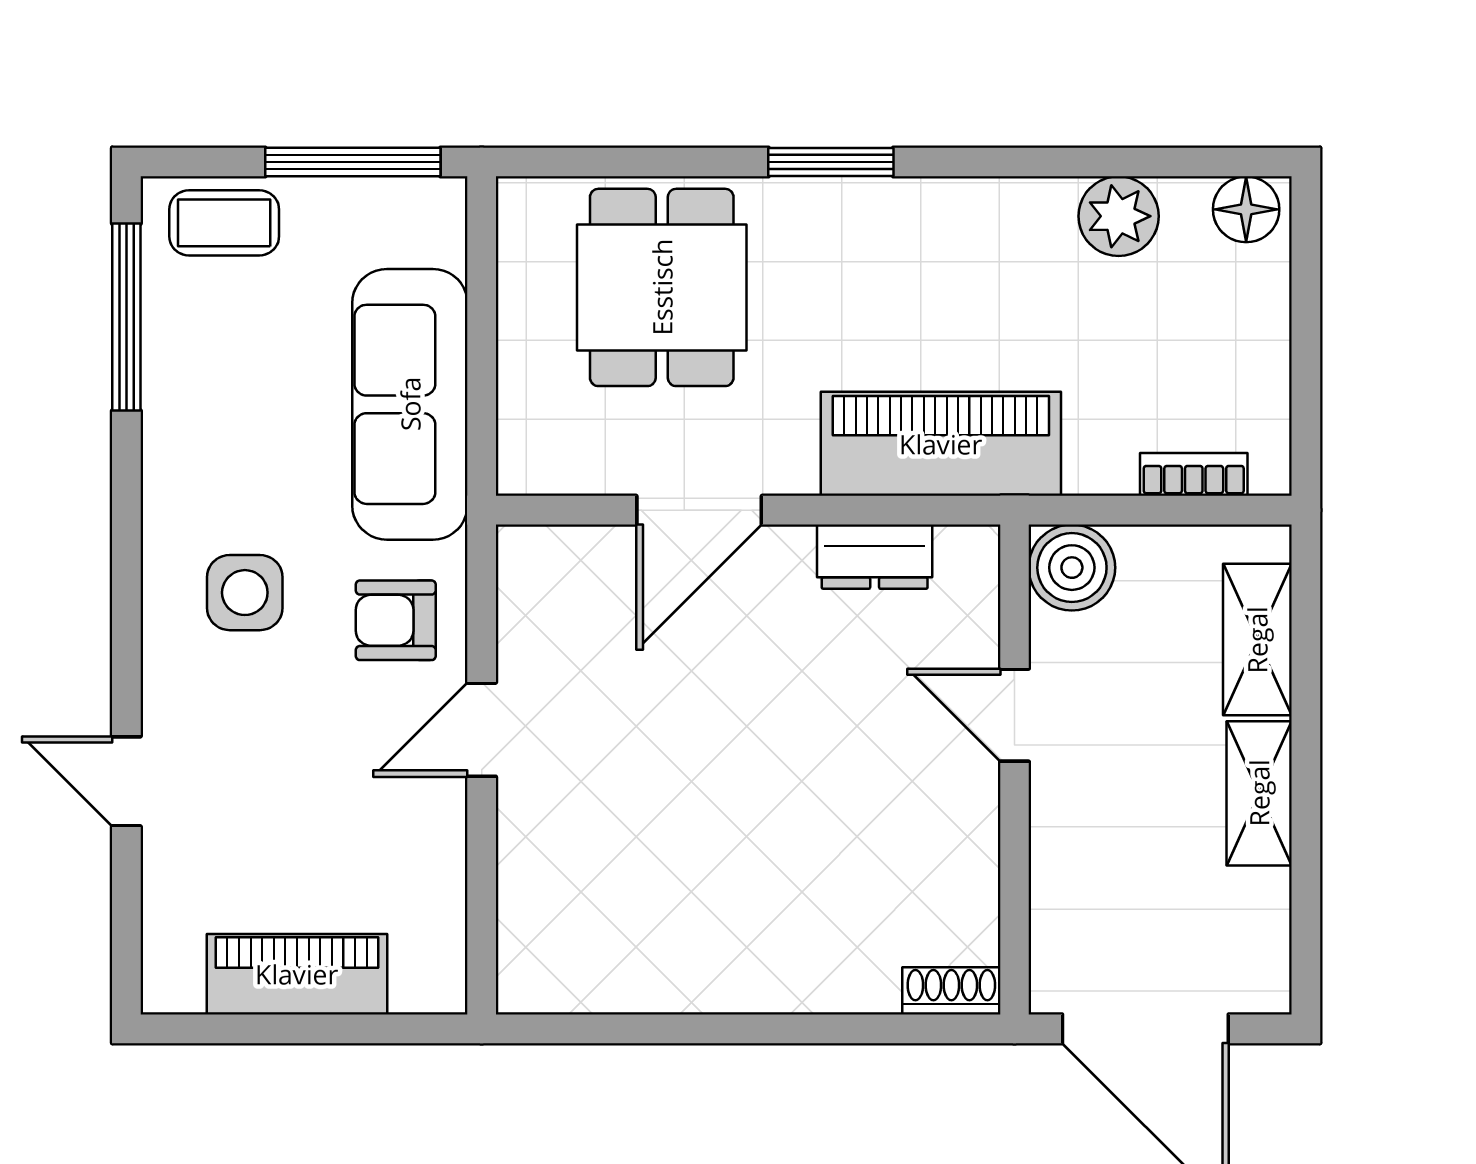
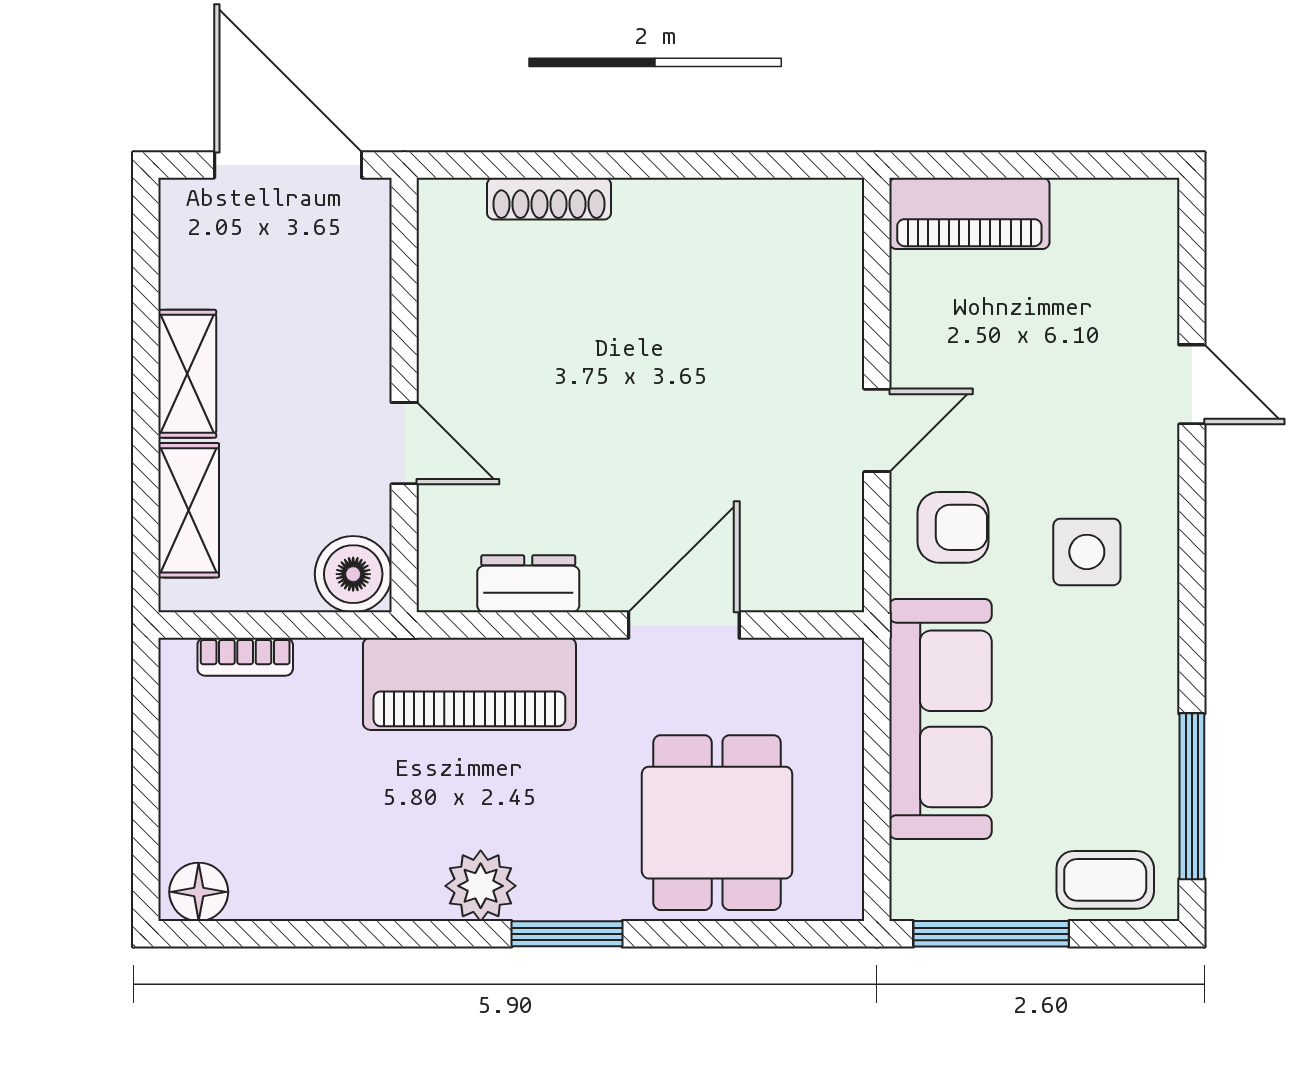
plant: (1119, 216) -> (481, 886), moved
piano: (297, 974) -> (969, 213), moved
shoe rack: (951, 991) -> (549, 199), moved, width x1.43

